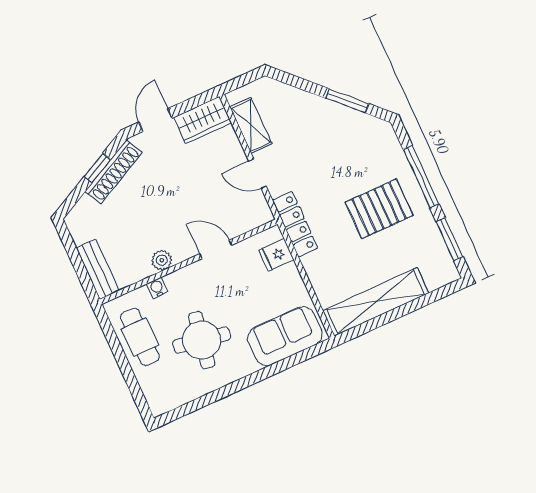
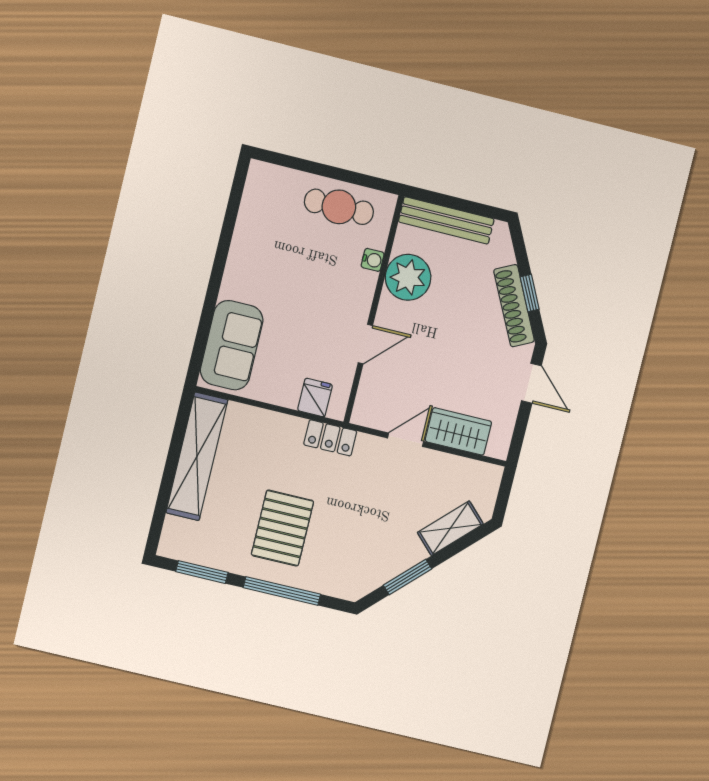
wardrobe: (203, 120) -> (458, 431), moved, turned 90
shelving: (251, 125) -> (450, 528), moved, turned -45
locker: (295, 224) -> (330, 438), width x0.66
plant: (162, 260) -> (408, 277), width x1.87, depth x1.87
bench: (98, 269) -> (446, 220), width x1.36
round table: (202, 340) -> (290, 263), removed

